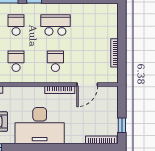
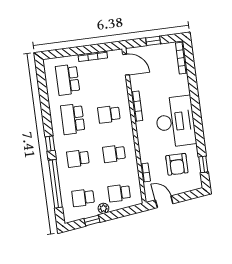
school desk: (95, 25) -> (68, 80), added
door: (87, 84) -> (126, 65), moved
window: (122, 125) -> (153, 41), moved

